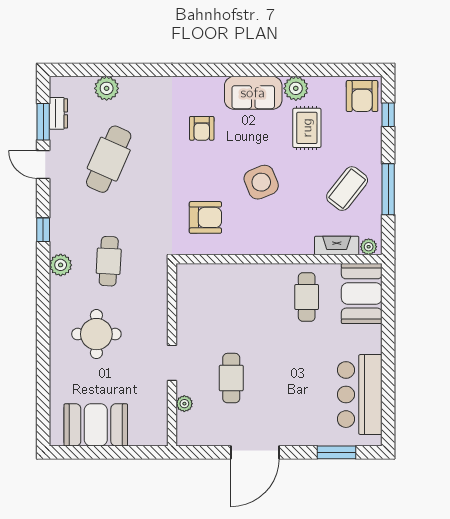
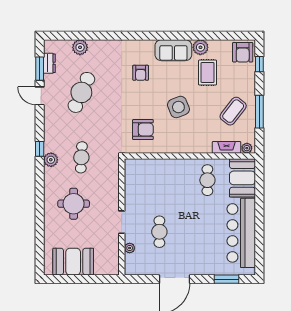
window: (43, 230) -> (40, 149), moved
bar counter: (360, 395) -> (241, 233), width x1.36

